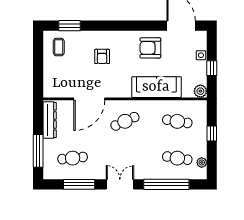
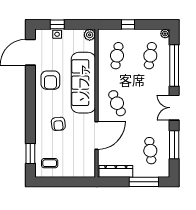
armchair: (102, 56) -> (58, 124), turned 84
window: (212, 68) -> (57, 24), moved
sofa: (156, 87) -> (83, 83), width x1.36, depth x1.27
door: (89, 99) -> (97, 135), hinge flipped
plant: (202, 162) -> (165, 34), moved

